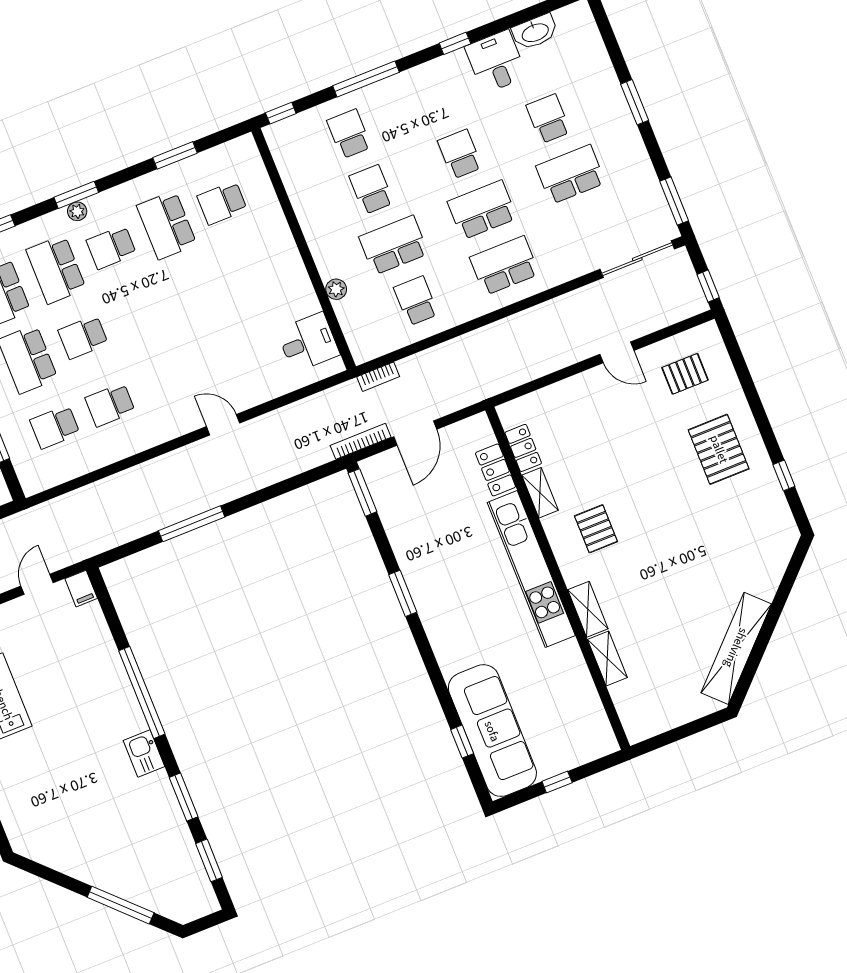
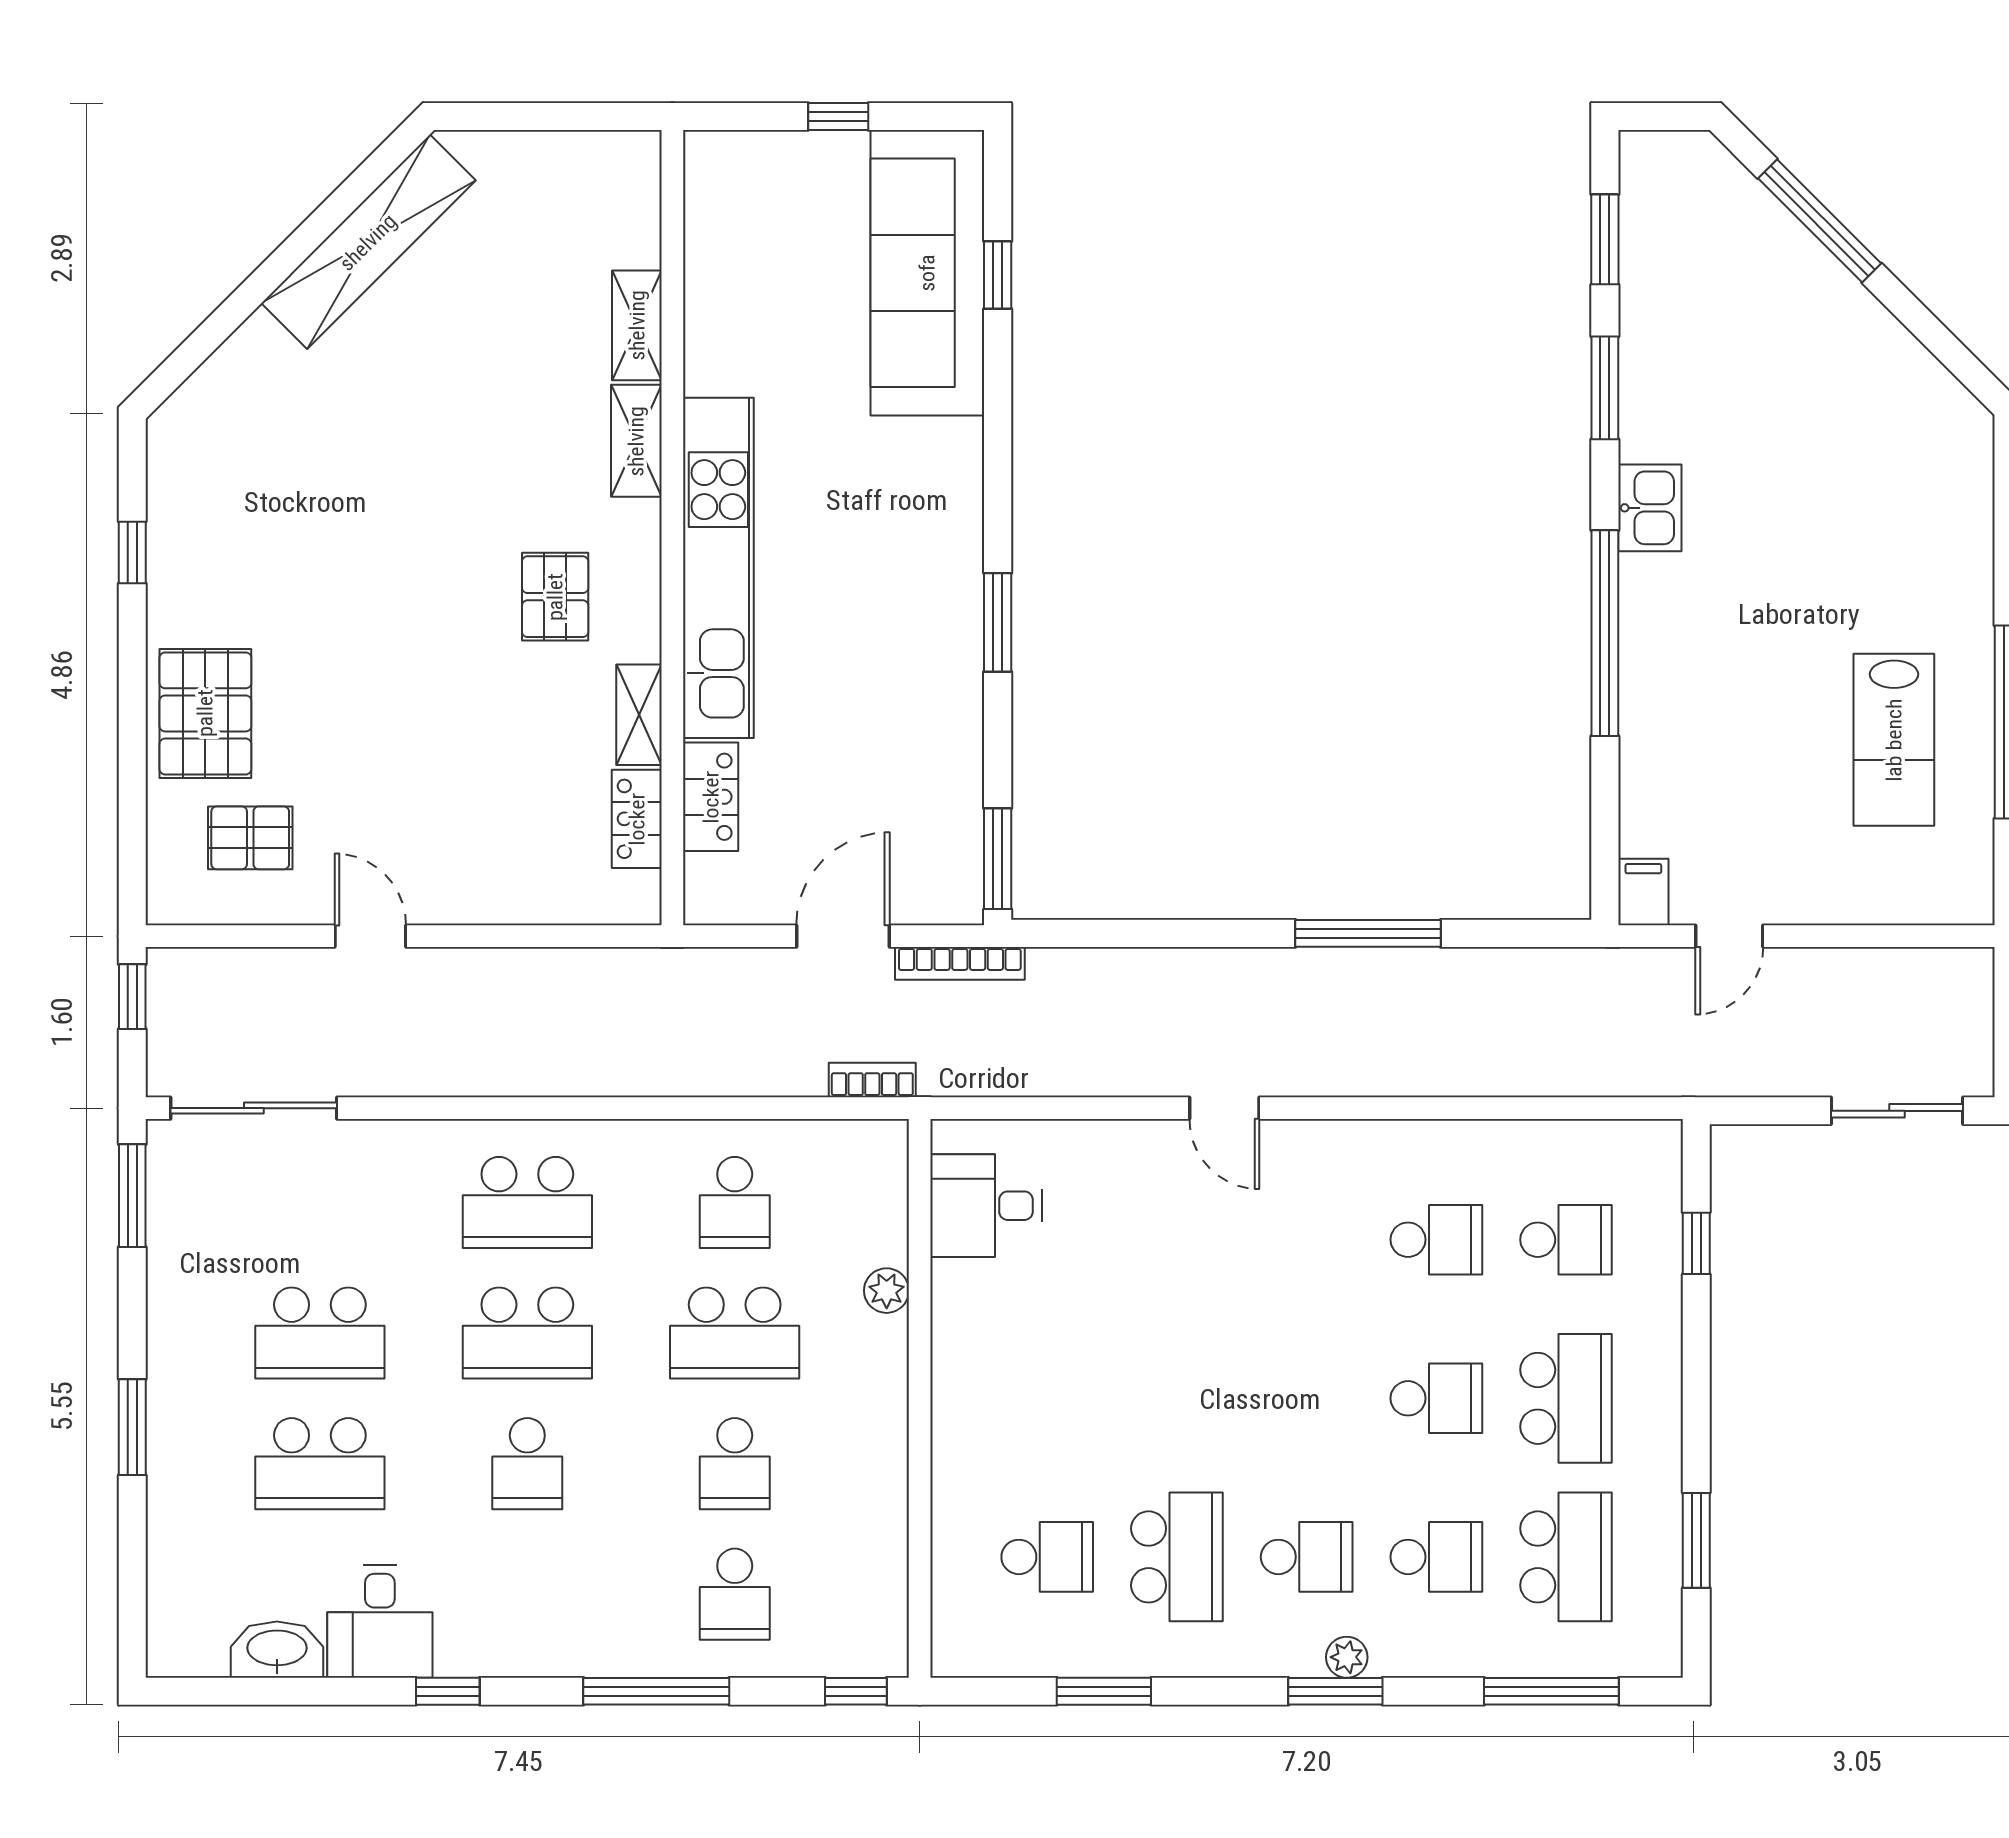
school desk: (548, 119) -> (320, 1464), width x1.85
school desk: (56, 269) -> (1436, 1557), width x0.54
pallet: (719, 449) -> (205, 713), moved

